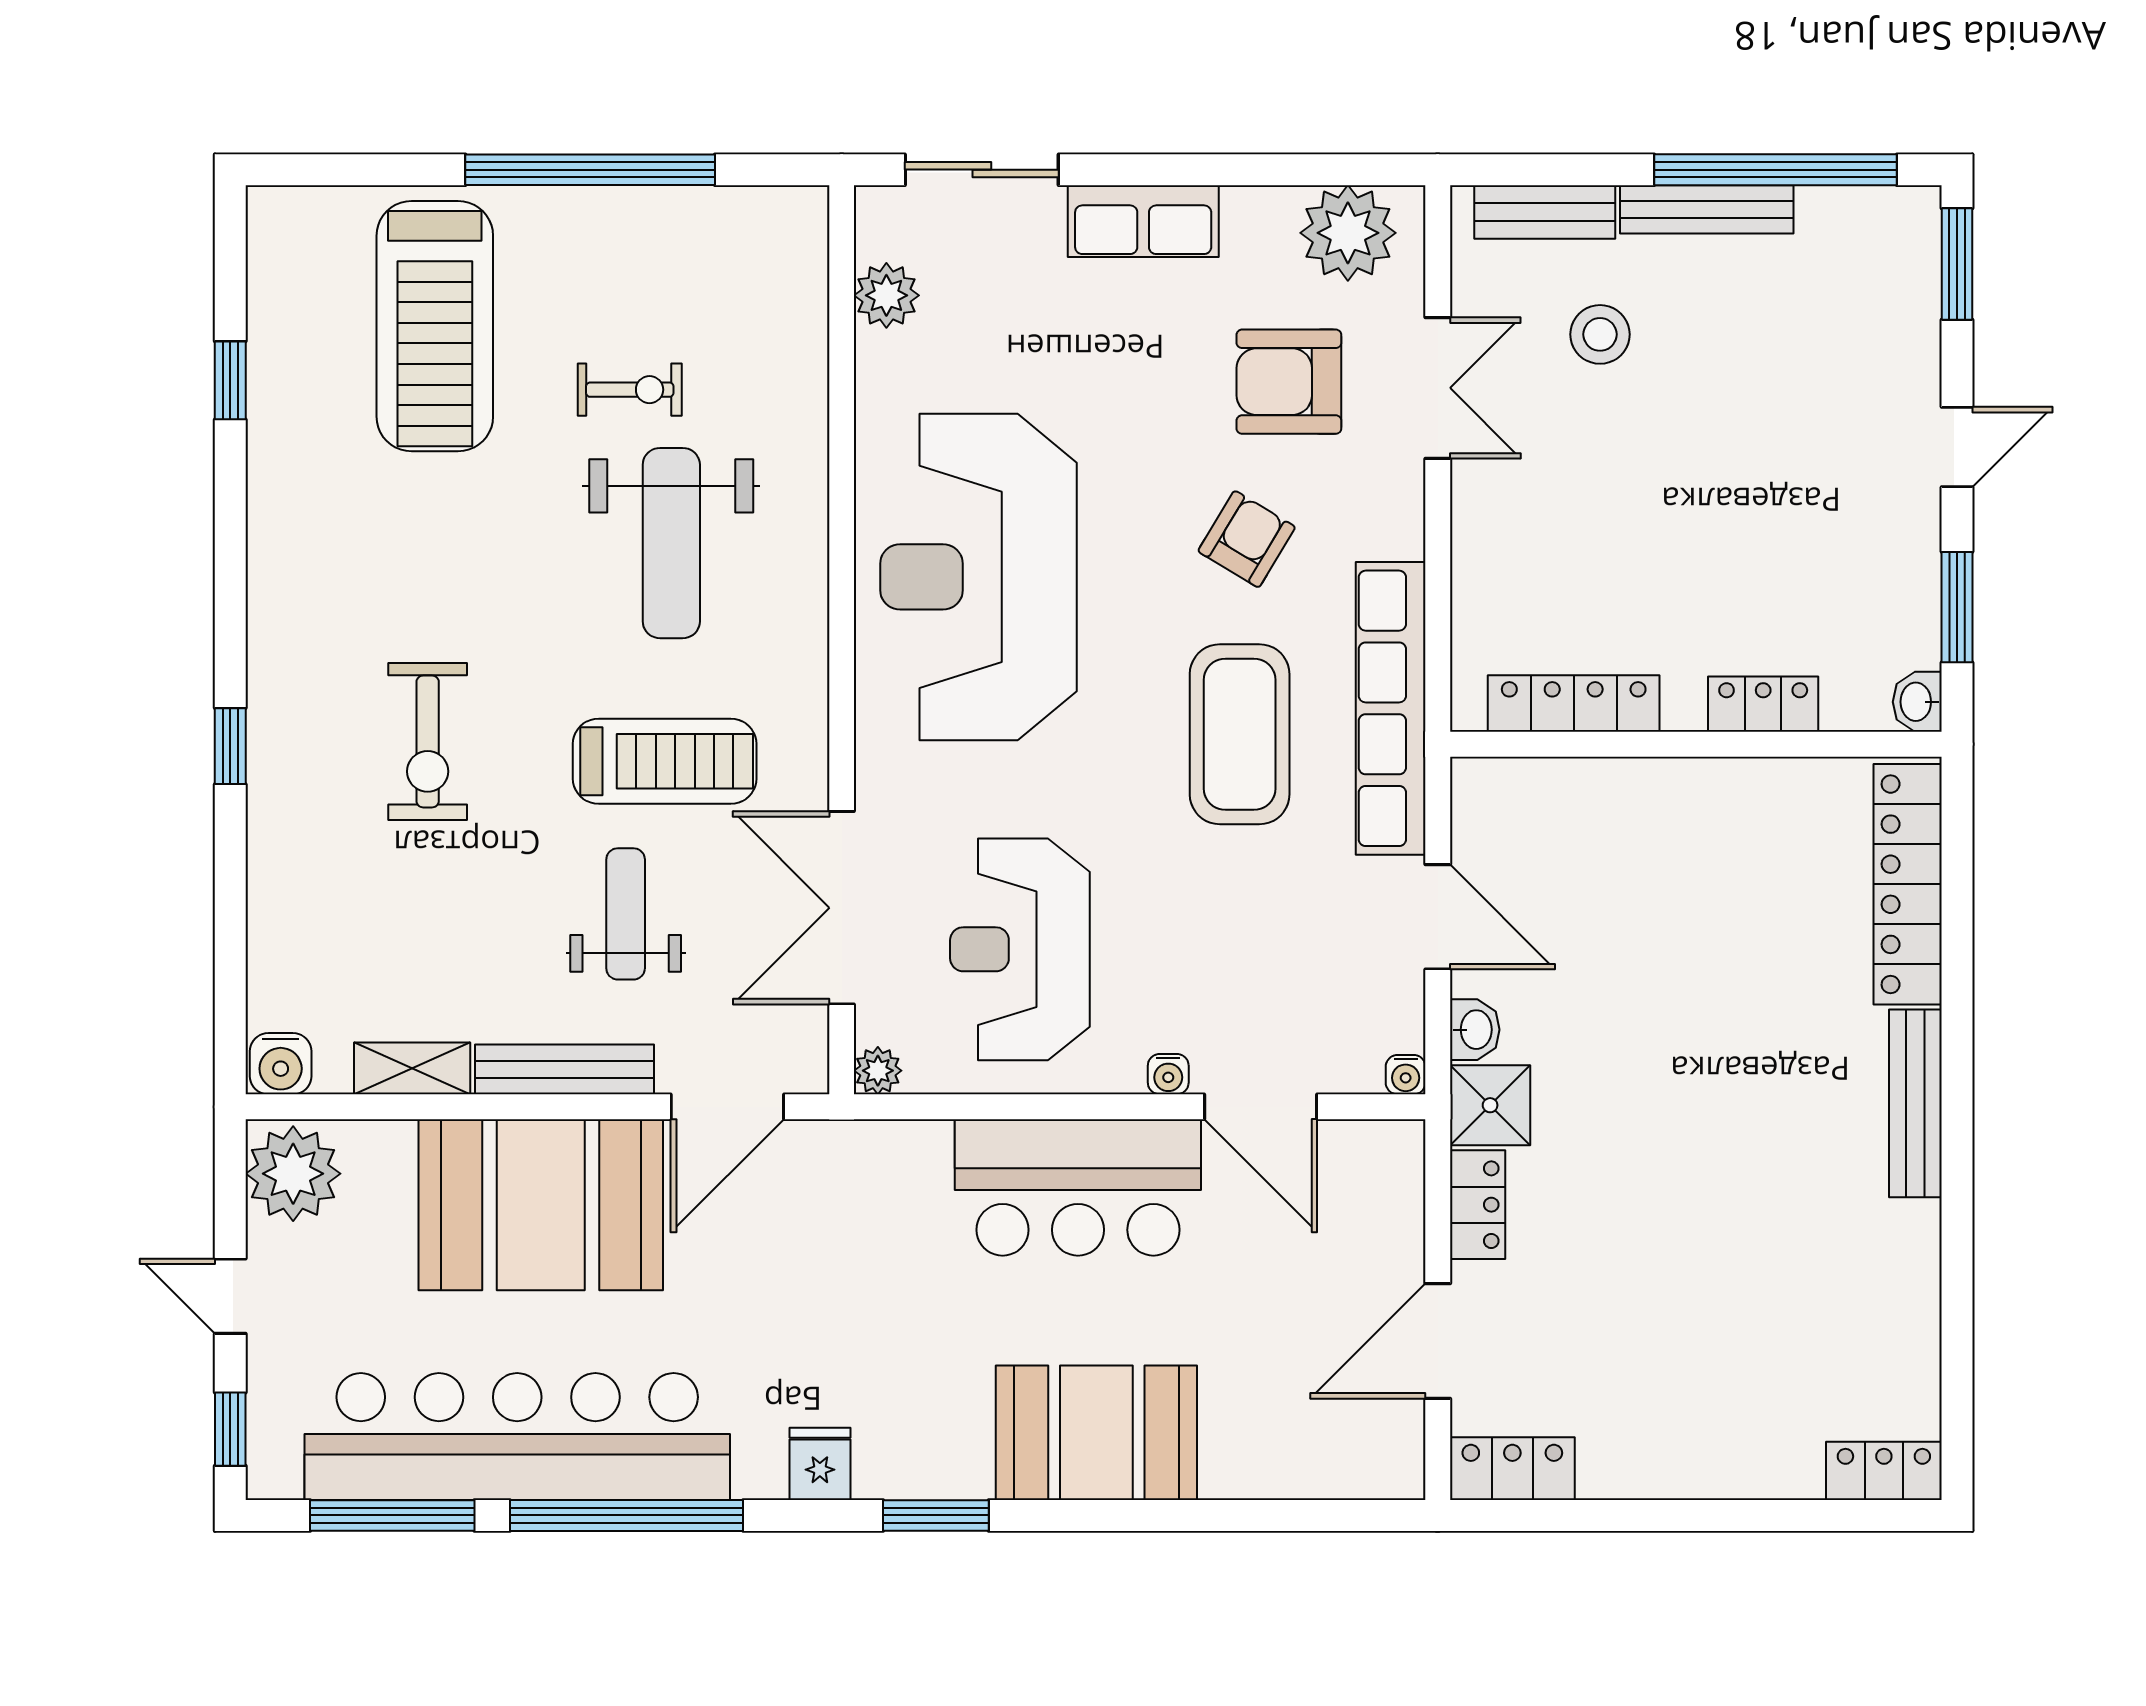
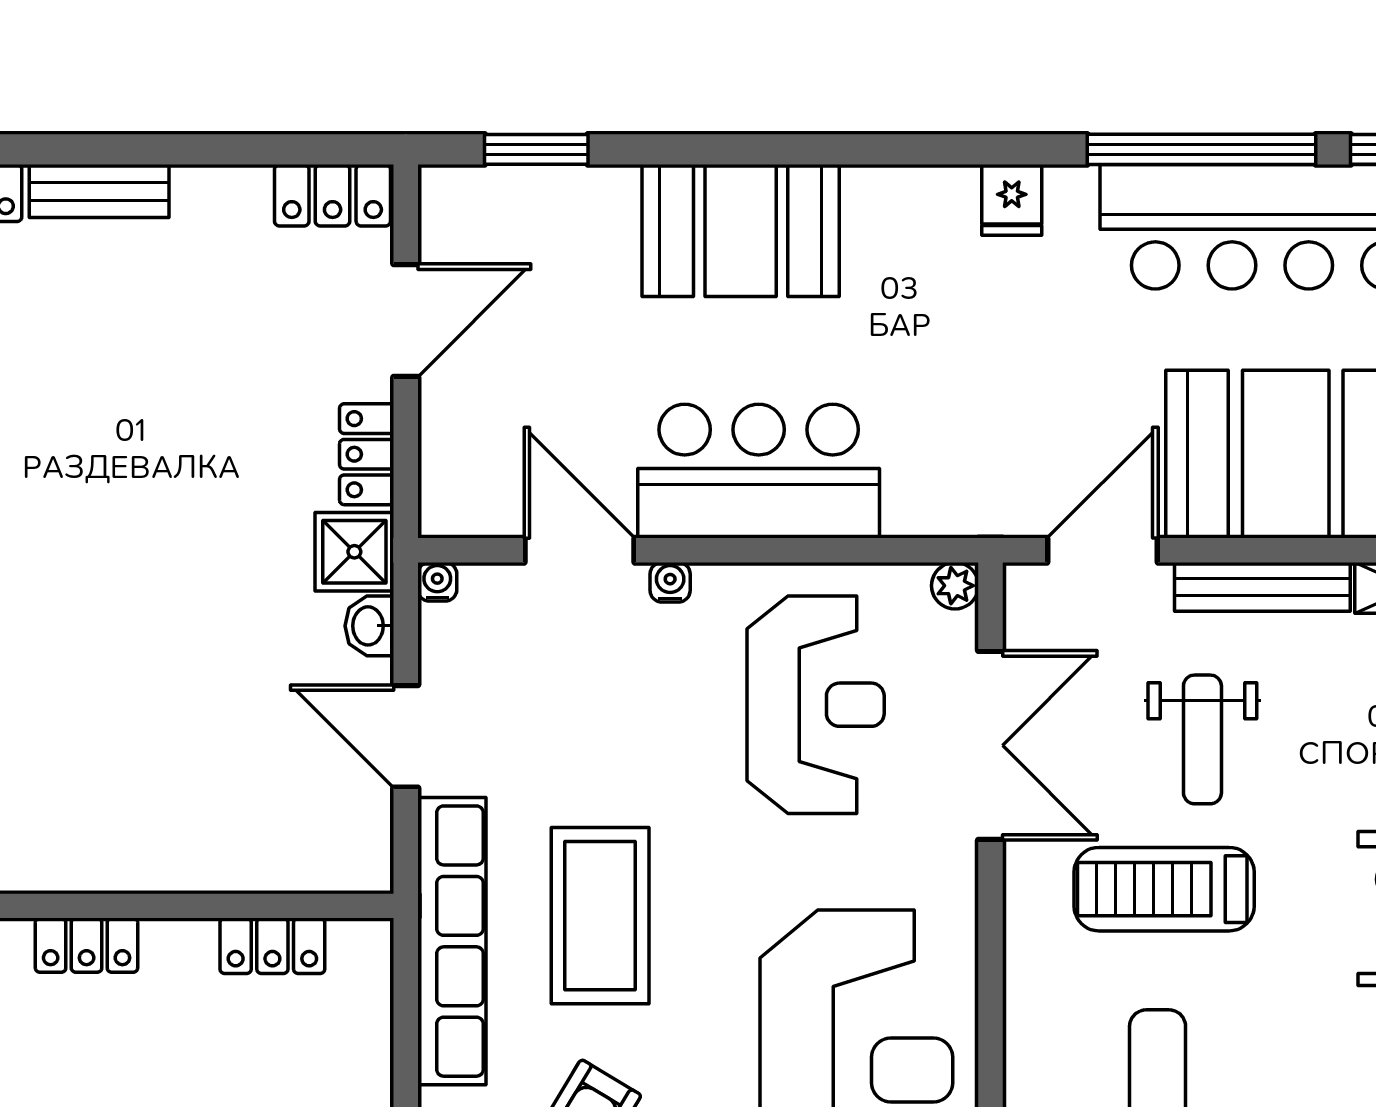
locker: (1574, 704) -> (272, 946), width x0.66
bench: (1750, 1473) -> (99, 191), added
window: (936, 1515) -> (536, 149), moved

